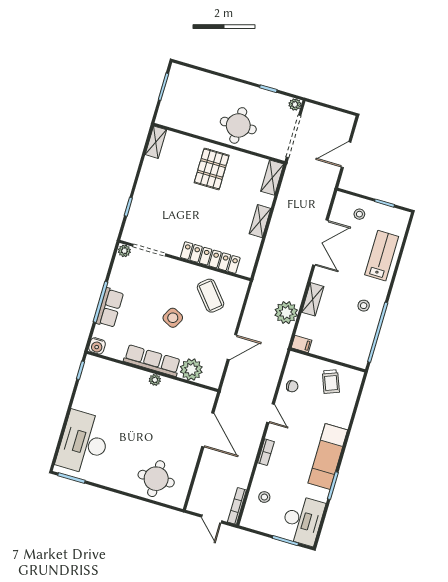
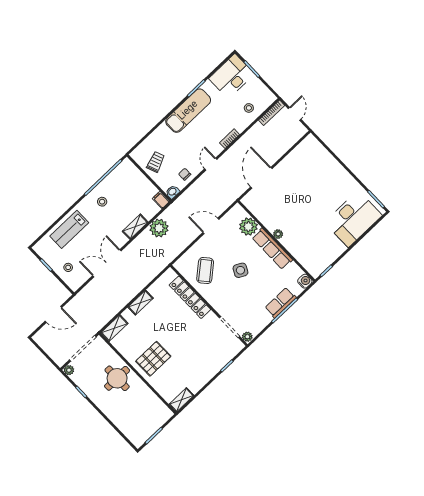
washbasin: (294, 360) -> (173, 192), added
round table: (156, 479) -> (317, 164), removed

